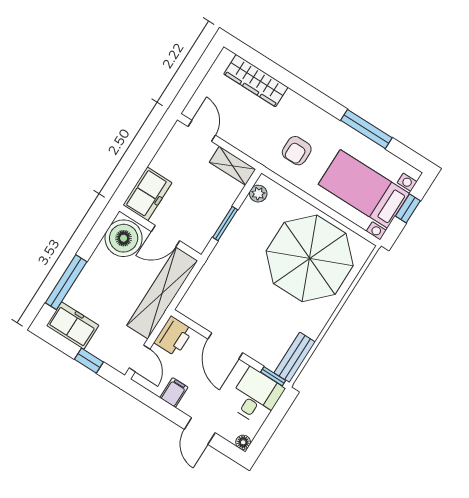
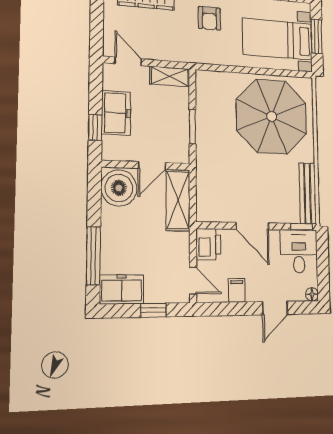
armchair: (297, 151) -> (209, 18), moved
window: (135, 173) -> (95, 127), added
freezer: (147, 194) -> (116, 113), moved
plant: (258, 194) -> (203, 88), removed
window: (408, 208) -> (317, 36), width x1.50
shelving: (162, 293) -> (178, 200), width x0.68
bench: (295, 357) -> (308, 193), width x1.36
door: (200, 431) -> (275, 308), hinge flipped

